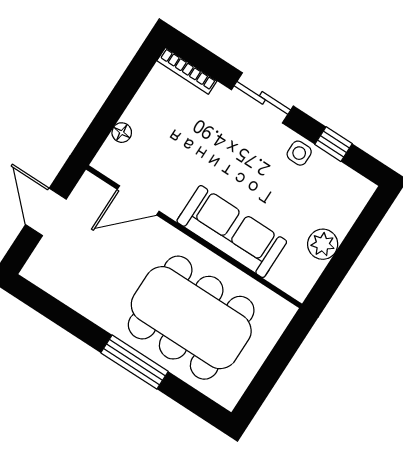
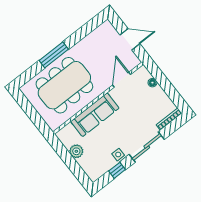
sliding door: (262, 98) -> (147, 147), width x1.37

